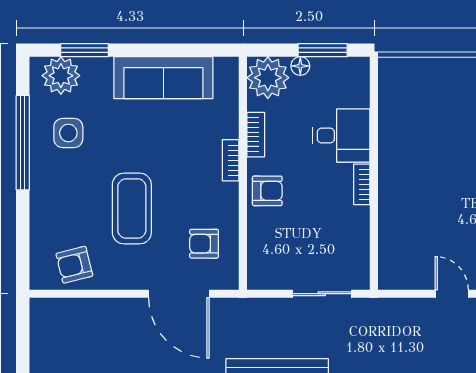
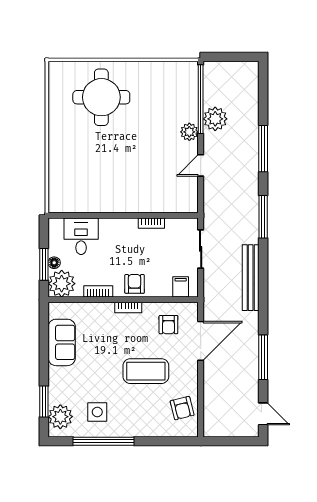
window: (323, 50) -> (44, 264), moved
sofa: (163, 78) -> (62, 342), width x0.73
desk: (341, 136) -> (81, 236), moved
bookcase: (231, 160) -> (128, 308), moved
bookcase: (362, 184) -> (151, 223), moved
filing cabinet: (263, 263) -> (181, 287), added

